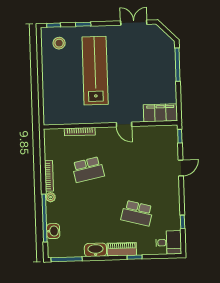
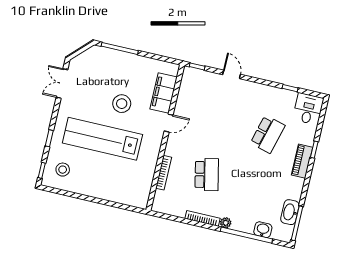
stool: (130, 79) -> (122, 104), added
filing cabinet: (160, 113) -> (164, 93), moved
washbasin: (95, 250) -> (290, 212), moved

